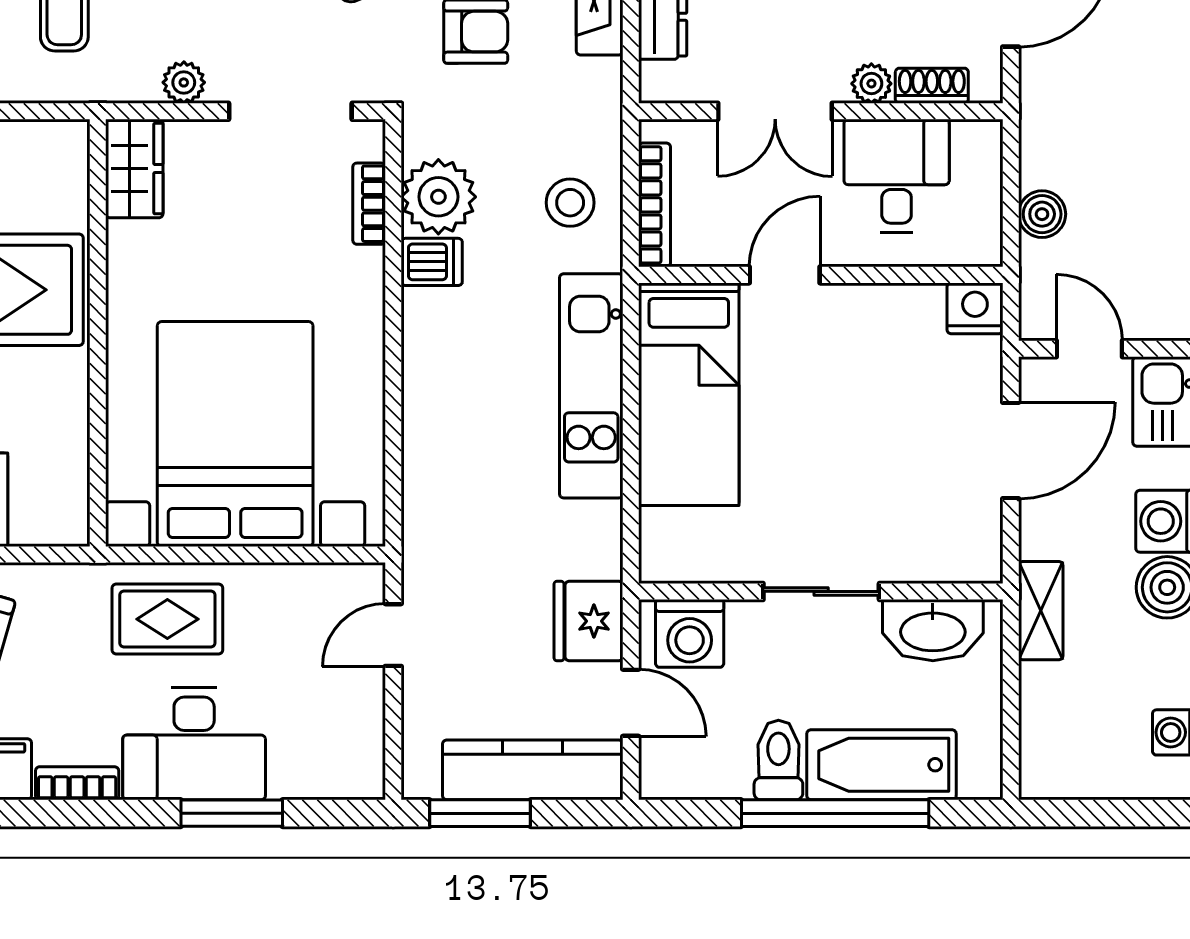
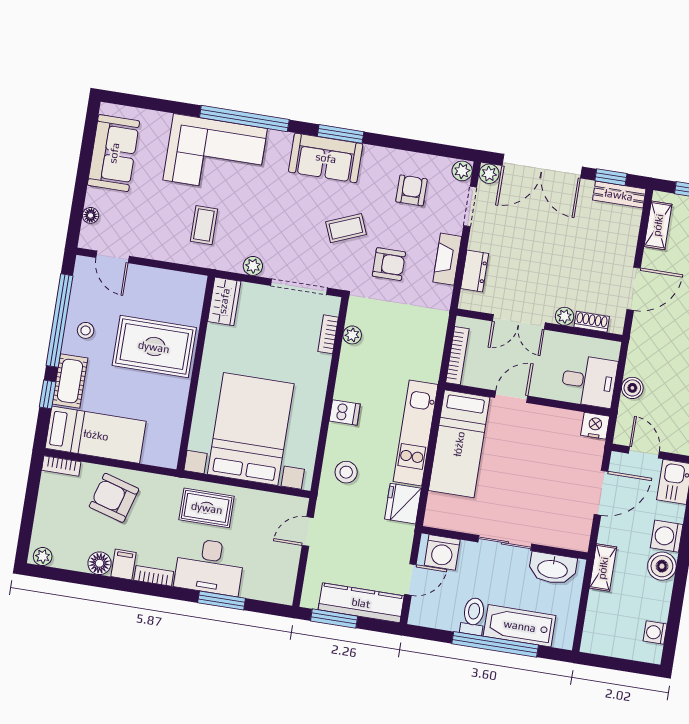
desk: (897, 176) -> (589, 381), moved, turned 90
plant: (438, 197) -> (352, 335), width x0.53, depth x0.53
stool: (570, 203) -> (346, 472), moved
dishwasher: (432, 262) -> (345, 413), moved
fridge: (589, 621) -> (403, 504), moved
door: (631, 703) -> (410, 580), hinge flipped

